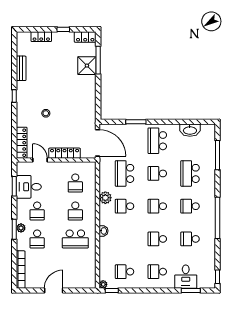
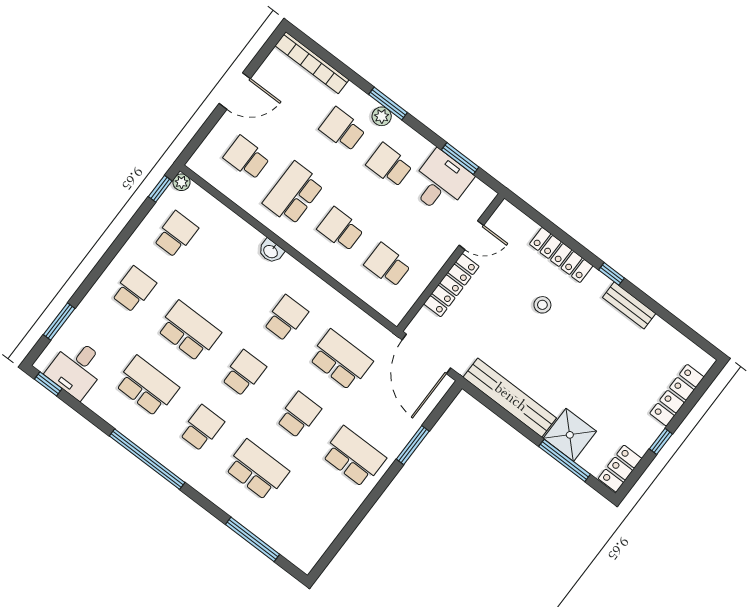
locker: (41, 37) -> (677, 395), width x1.53
bench: (21, 68) -> (629, 305), moved
bench: (90, 99) -> (510, 398), added
washbasin: (190, 130) -> (330, 525), removed
locker: (22, 143) -> (561, 255), moved
door: (98, 143) -> (426, 354), hinge flipped
plant: (105, 198) -> (324, 297), removed
school desk: (157, 239) -> (189, 331), width x1.85
school desk: (190, 239) -> (147, 386), width x1.85
school desk: (75, 267) -> (247, 158), added
desk: (186, 277) -> (77, 368), moved, turned -90
door: (54, 291) -> (235, 91), hinge flipped

